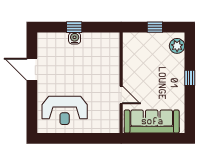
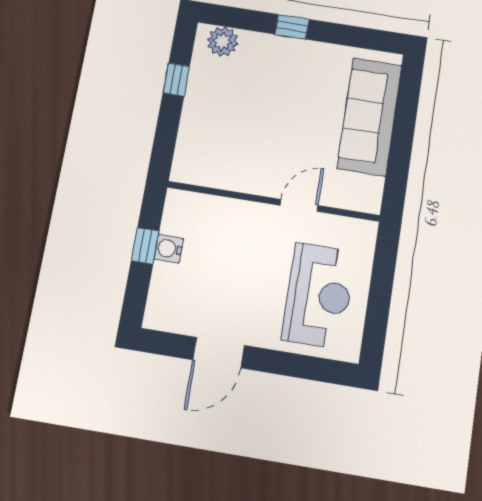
wall: (121, 83) -> (273, 201), moved
door: (121, 95) -> (299, 205), moved

